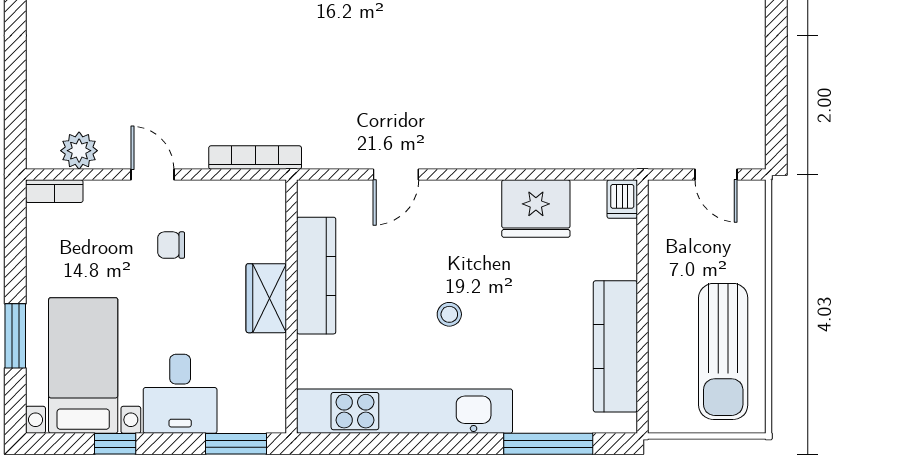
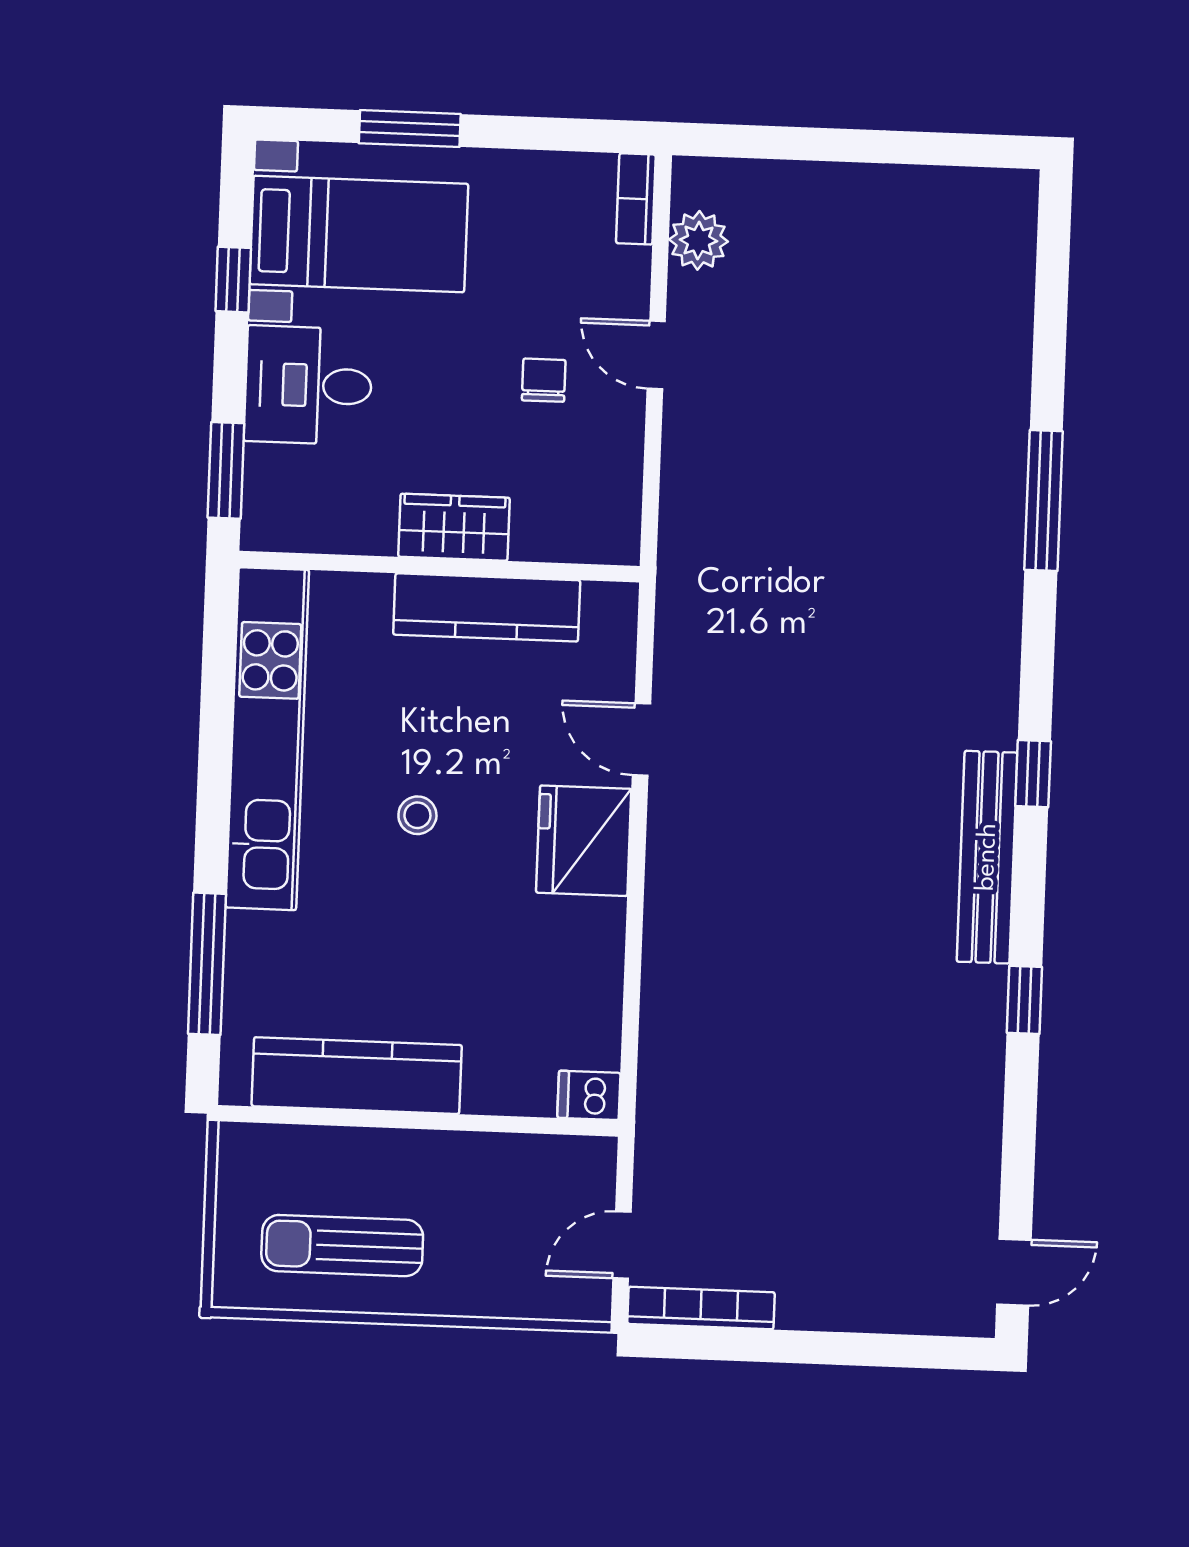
bookcase: (255, 157) -> (701, 1308), moved, turned -90
door: (152, 175) -> (656, 355), swing flipped
fridge: (536, 209) -> (584, 841), moved
sun lounger: (723, 351) -> (342, 1246), width x0.73, depth x0.75

